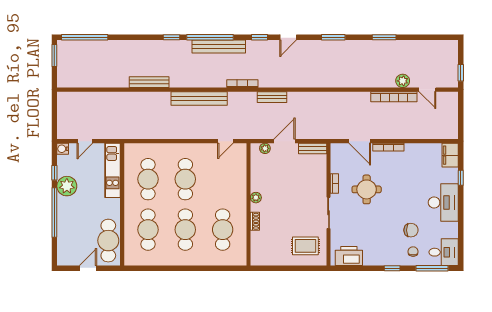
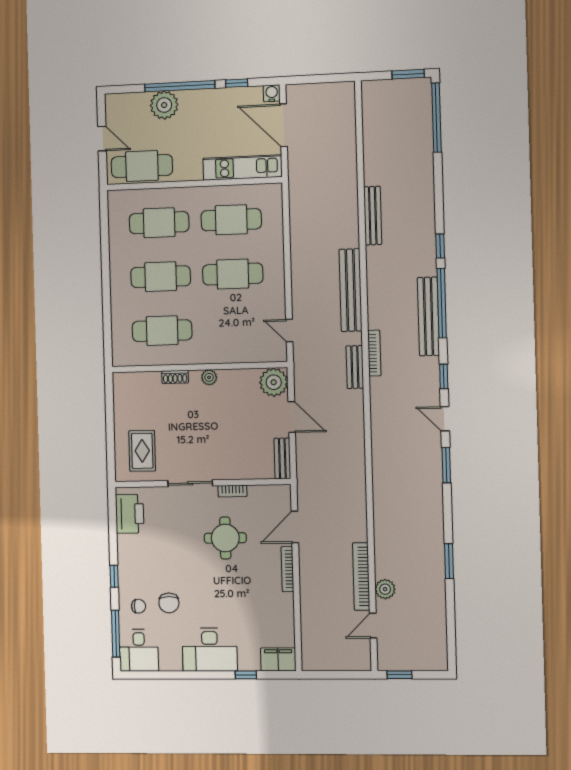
window: (333, 37) -> (446, 465), moved
bench: (272, 97) -> (355, 367), moved
door: (85, 141) -> (284, 125), width x1.87
plant: (265, 148) -> (274, 382), width x1.88, depth x1.88
plant: (67, 186) -> (164, 105), moved

